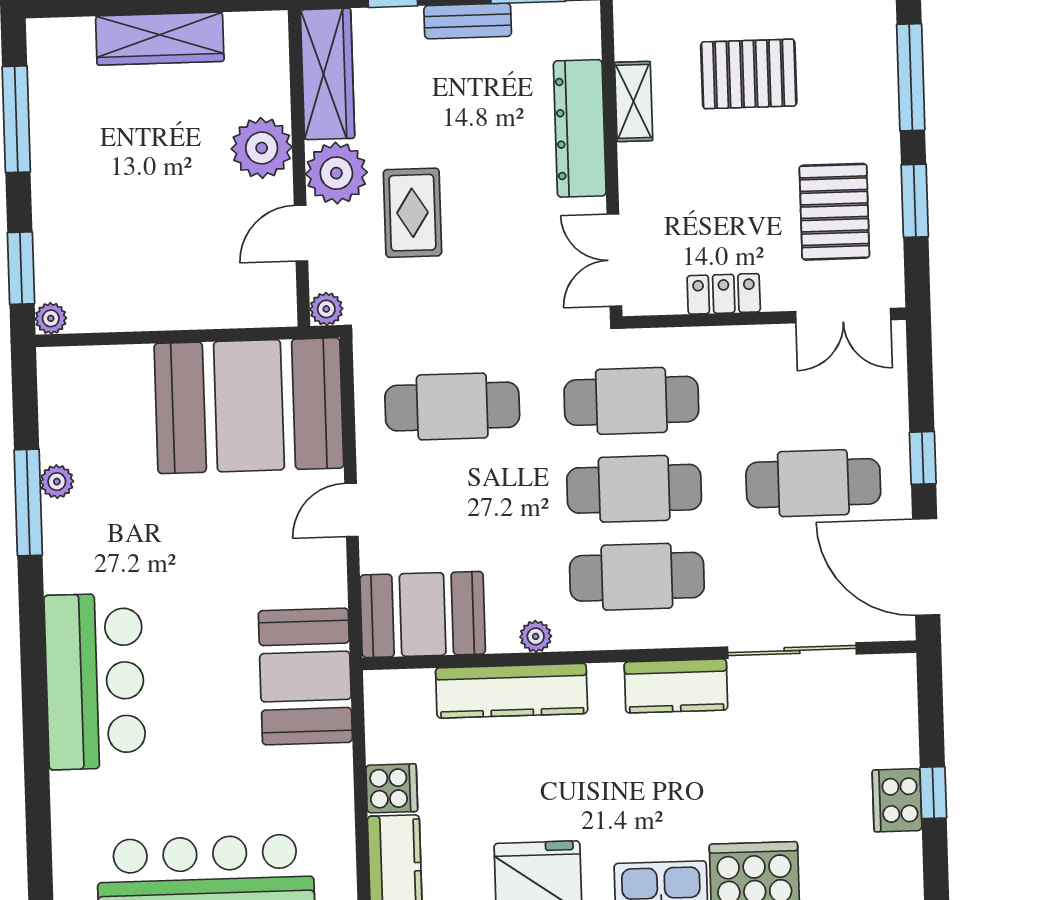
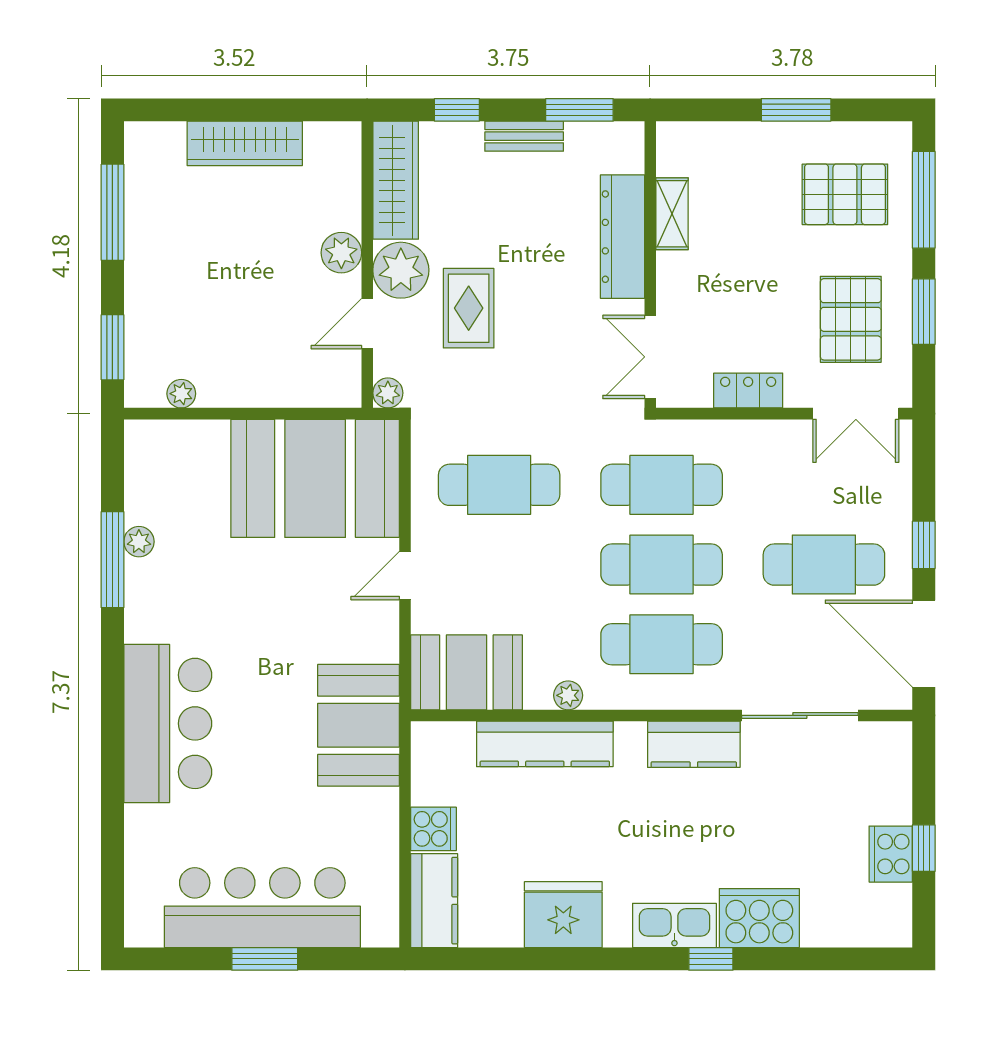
pallet: (749, 74) -> (845, 194), moved
plant: (262, 148) -> (341, 253), width x0.73, depth x0.73
plant: (51, 318) -> (181, 394), moved

